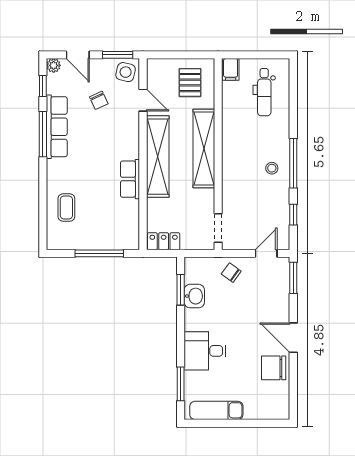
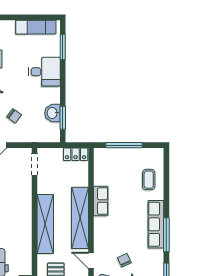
row of seats: (57, 127) -> (156, 224), moved
chair: (231, 273) -> (14, 116), moved

